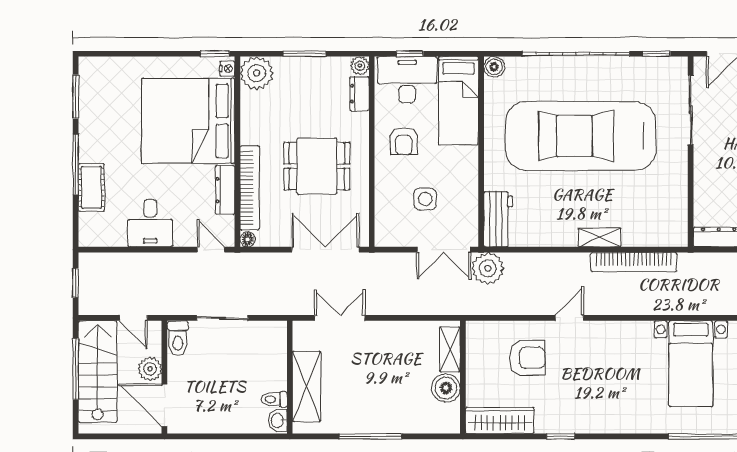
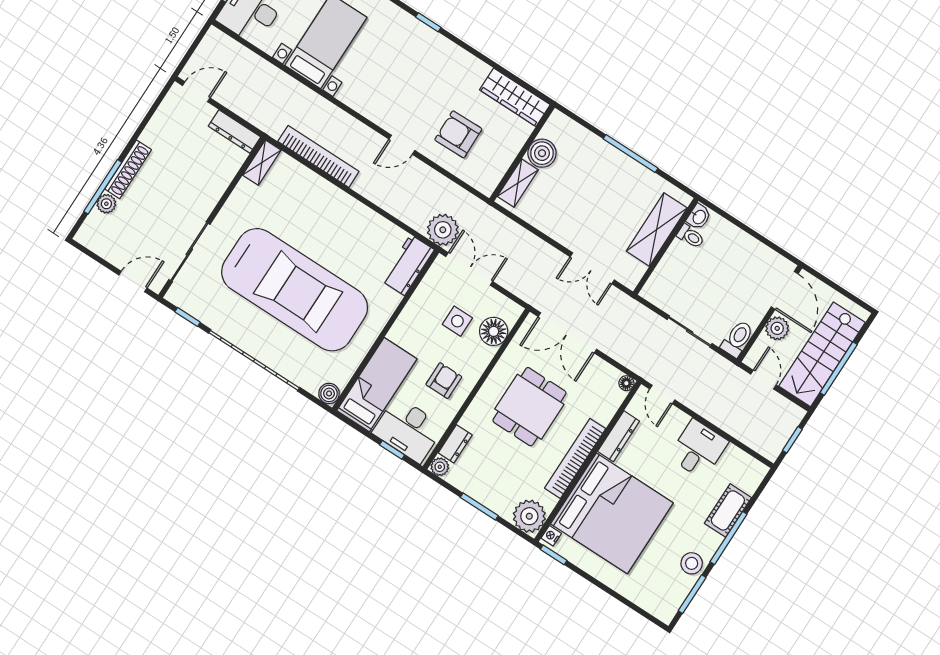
stool: (93, 123) -> (692, 563), added
dining table: (317, 166) -> (529, 407), turned 90
bookcase: (250, 188) -> (575, 458), moved
floor lamp: (389, 210) -> (494, 331), added
shelving: (600, 237) -> (262, 163), moved, turned 90
window: (561, 436) -> (428, 22), moved

